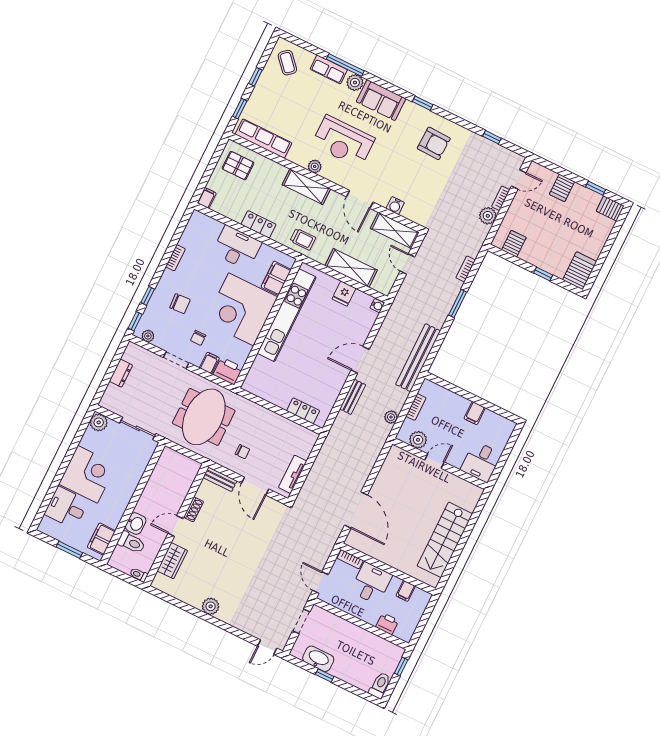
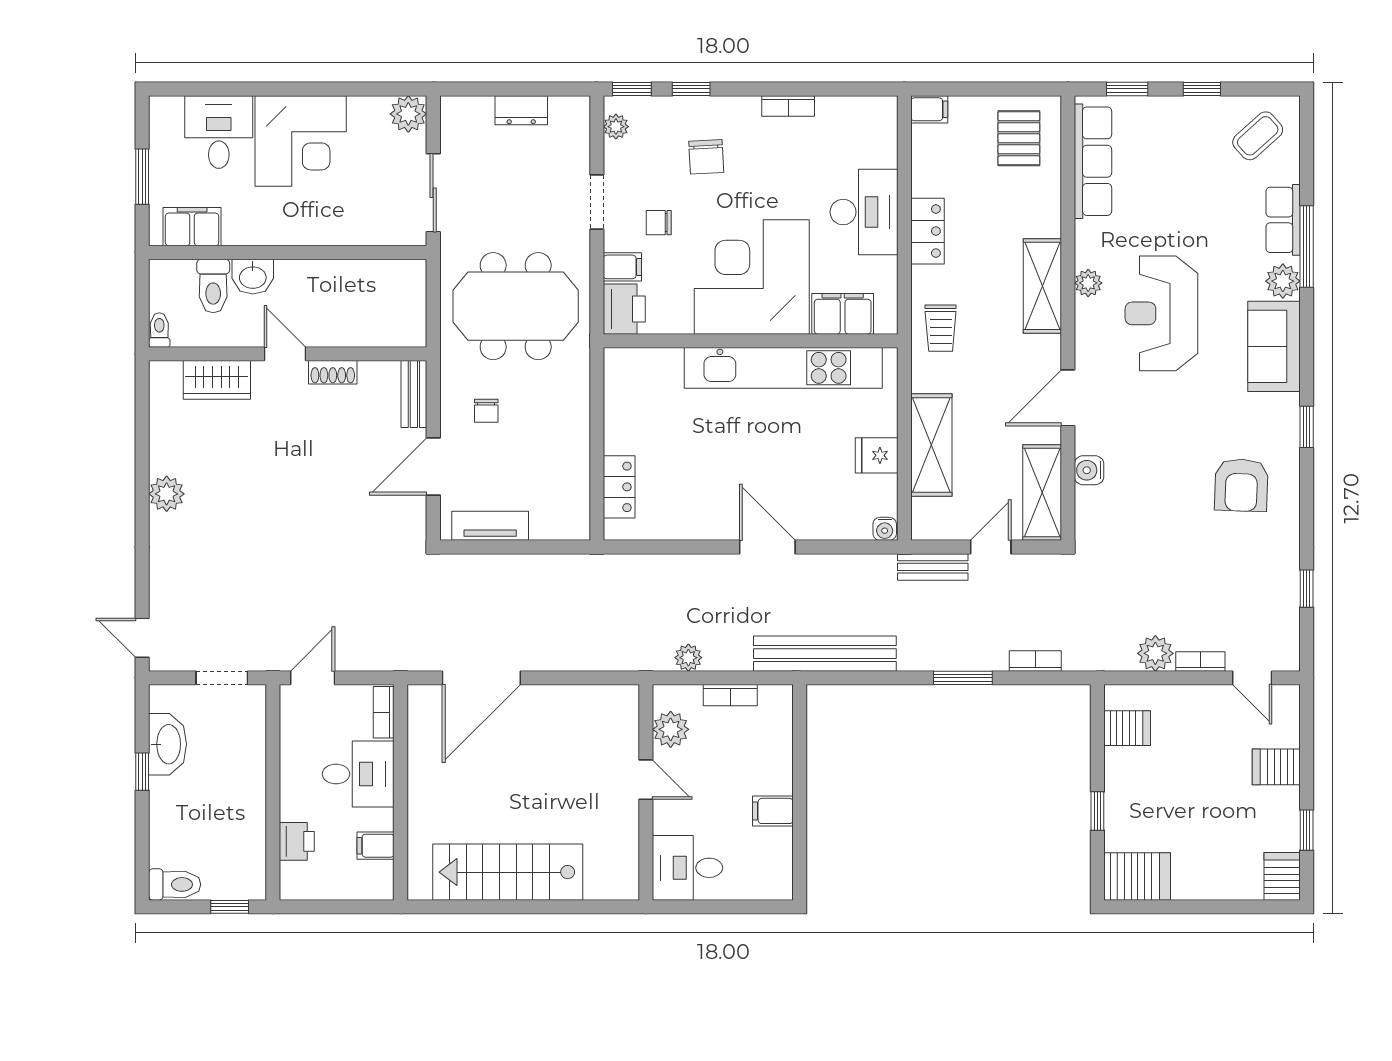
bench: (353, 397) -> (933, 567), moved

